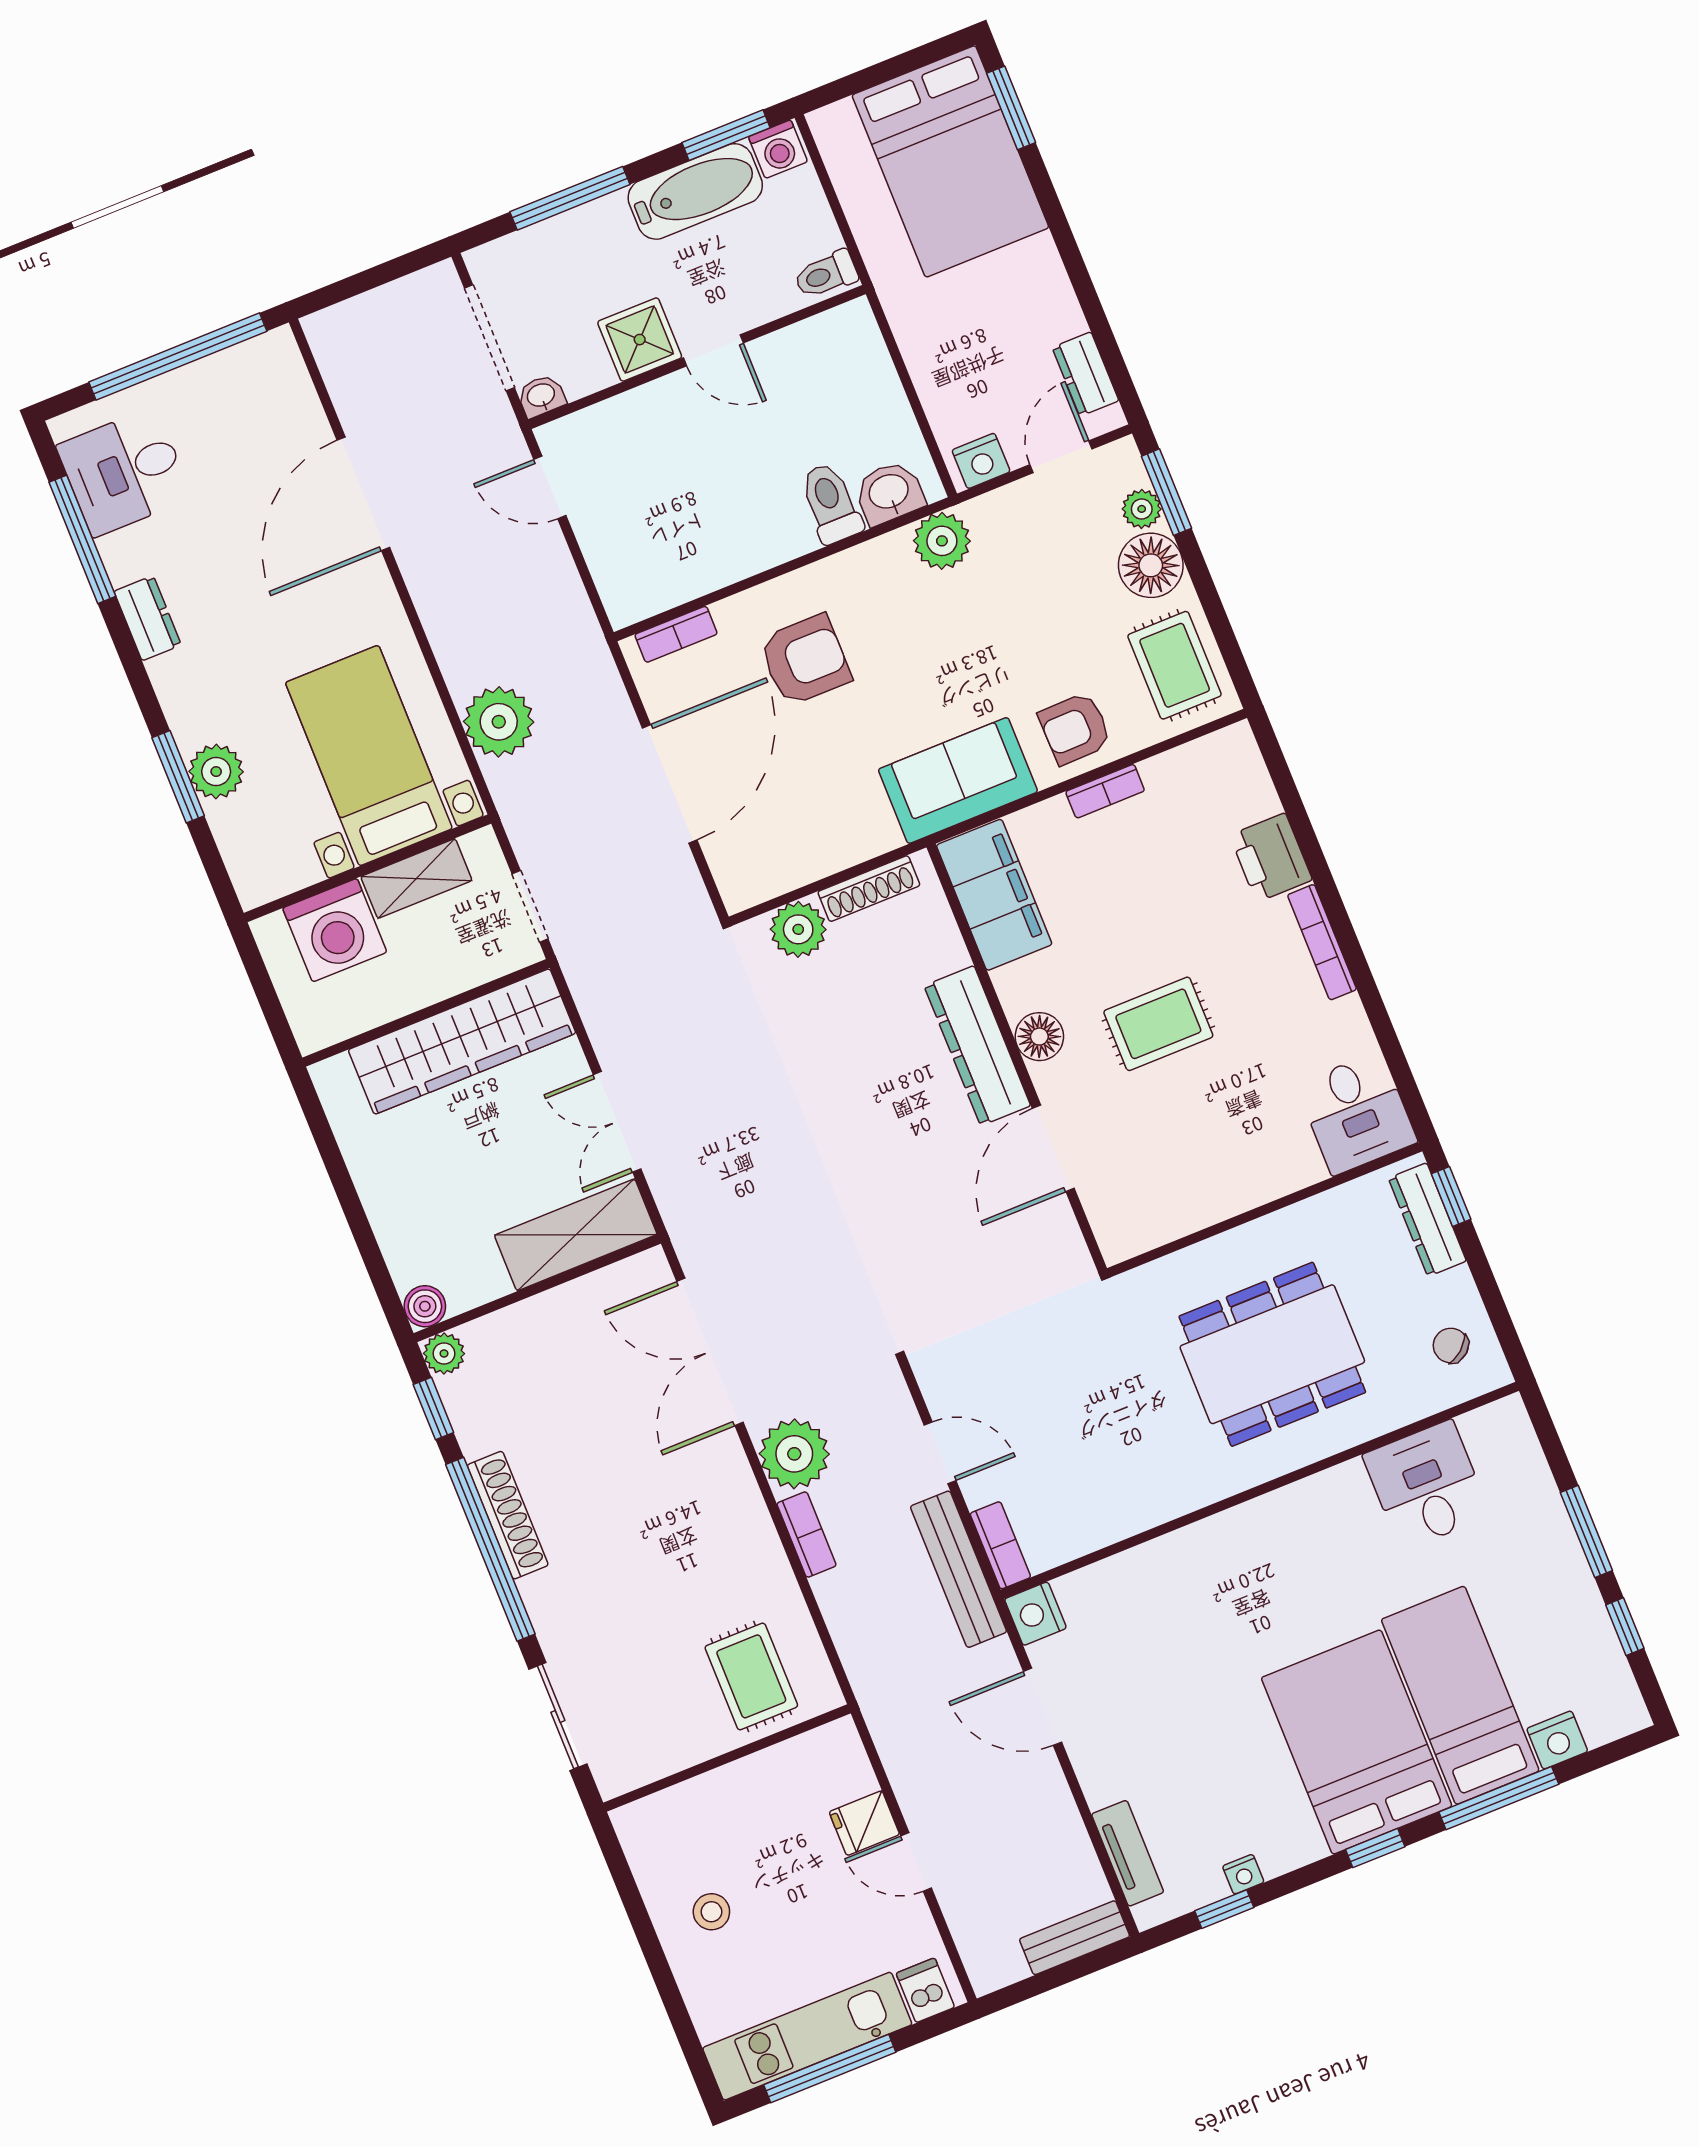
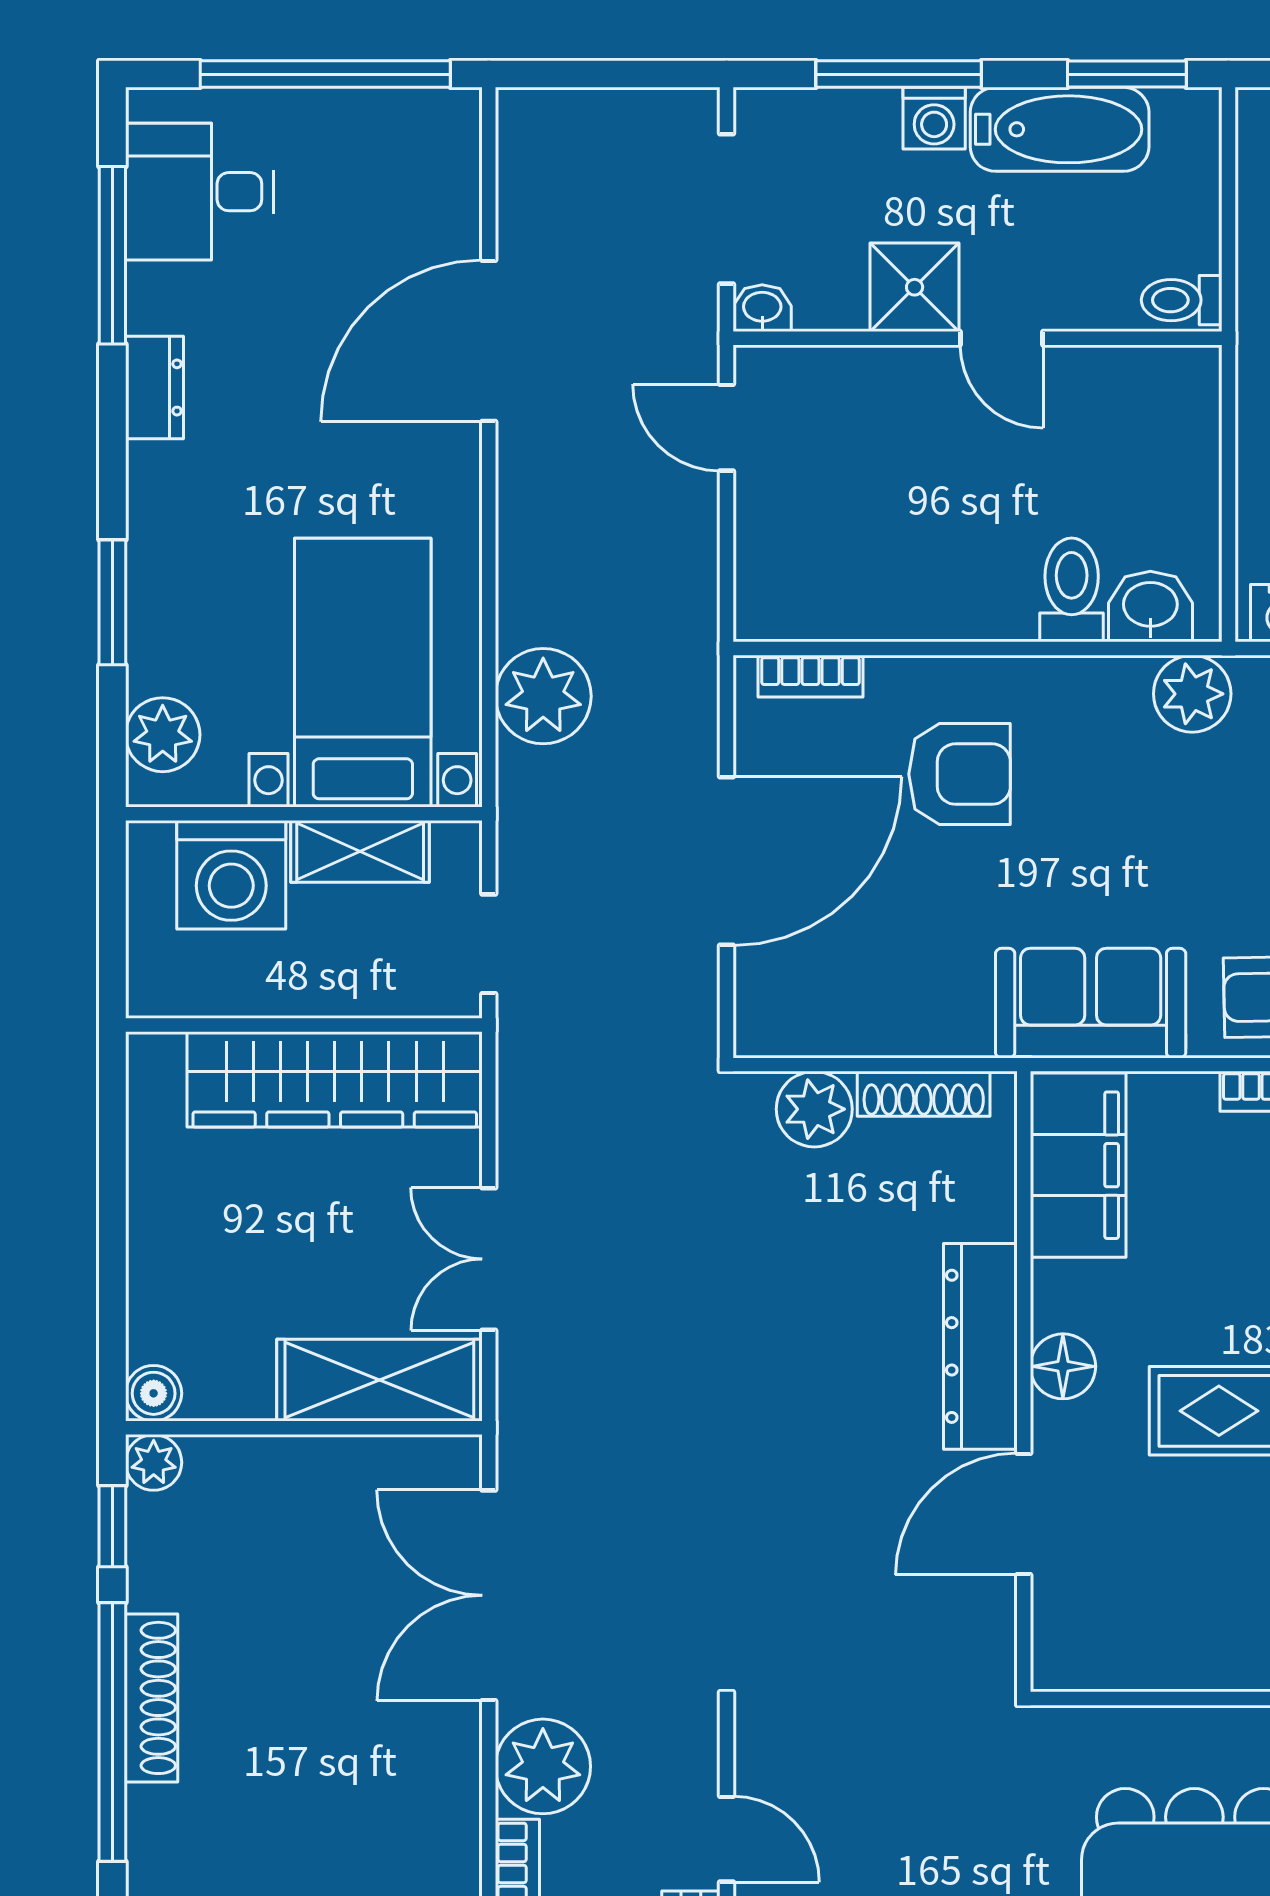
washing machine: (778, 149) -> (934, 118), moved
plant: (216, 772) -> (163, 735), moved

